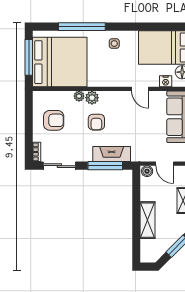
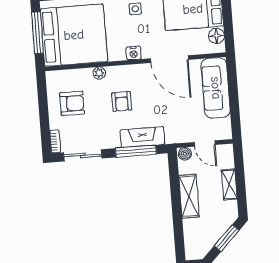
nightstand: (166, 81) -> (134, 53), moved
door: (140, 89) -> (169, 59), width x1.87
plant: (92, 98) -> (114, 74), removed
shelving: (148, 220) -> (189, 196), moved

